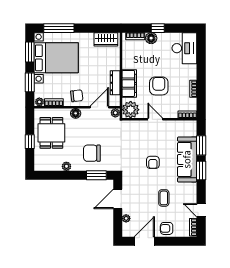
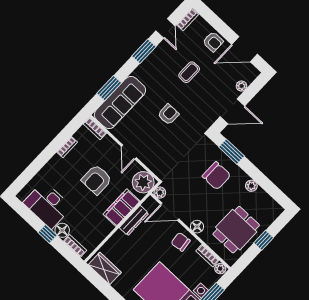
desk: (184, 48) -> (48, 205), moved, turned -90
sofa: (187, 159) -> (120, 103), moved
window: (201, 170) -> (144, 51), moved

